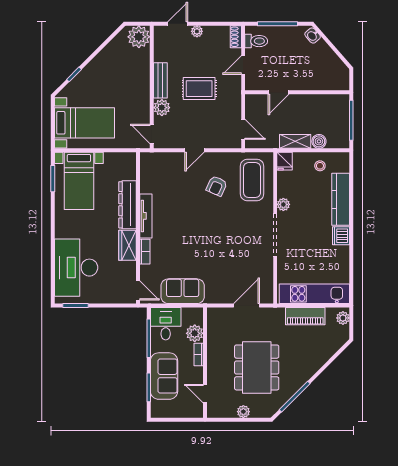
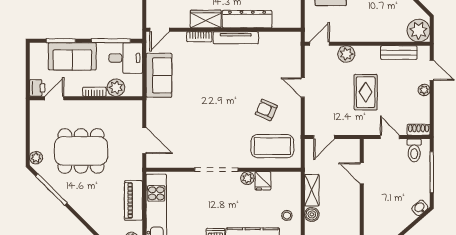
bench: (160, 80) -> (399, 53), moved
fridge: (285, 161) -> (263, 181), moved, turned -90
printer: (195, 410) -> (37, 88), added
plant: (243, 412) -> (36, 158), moved

